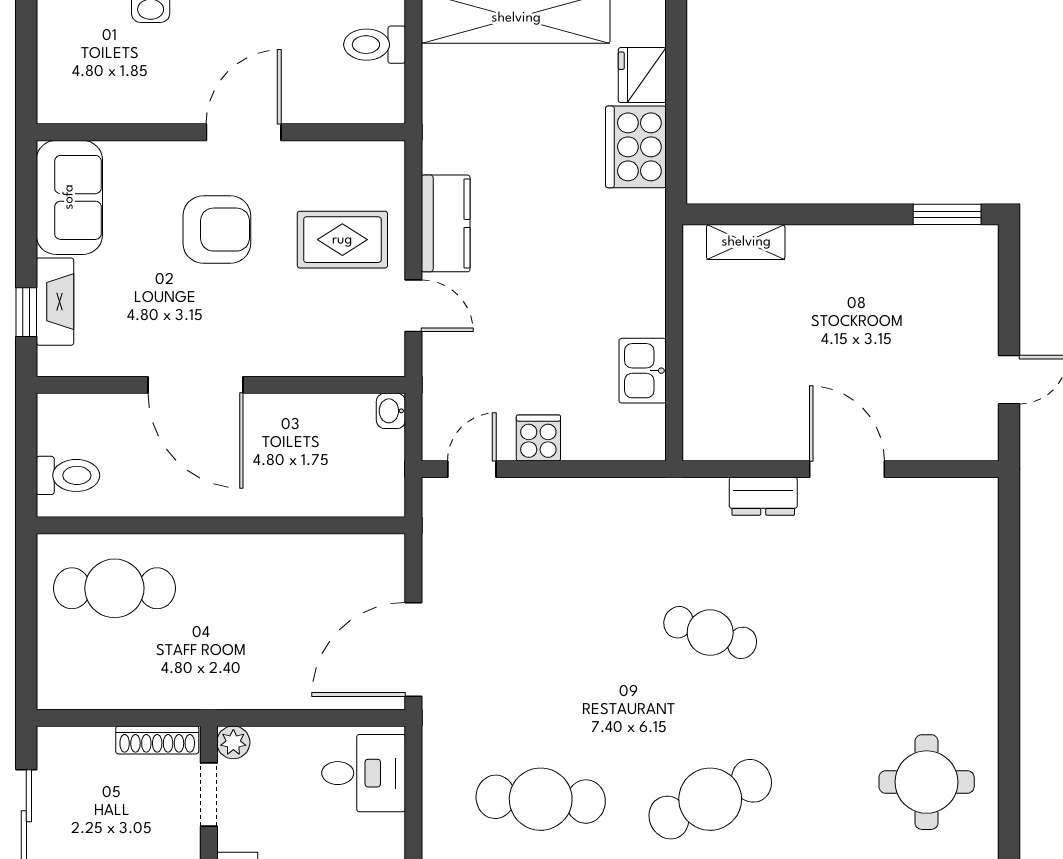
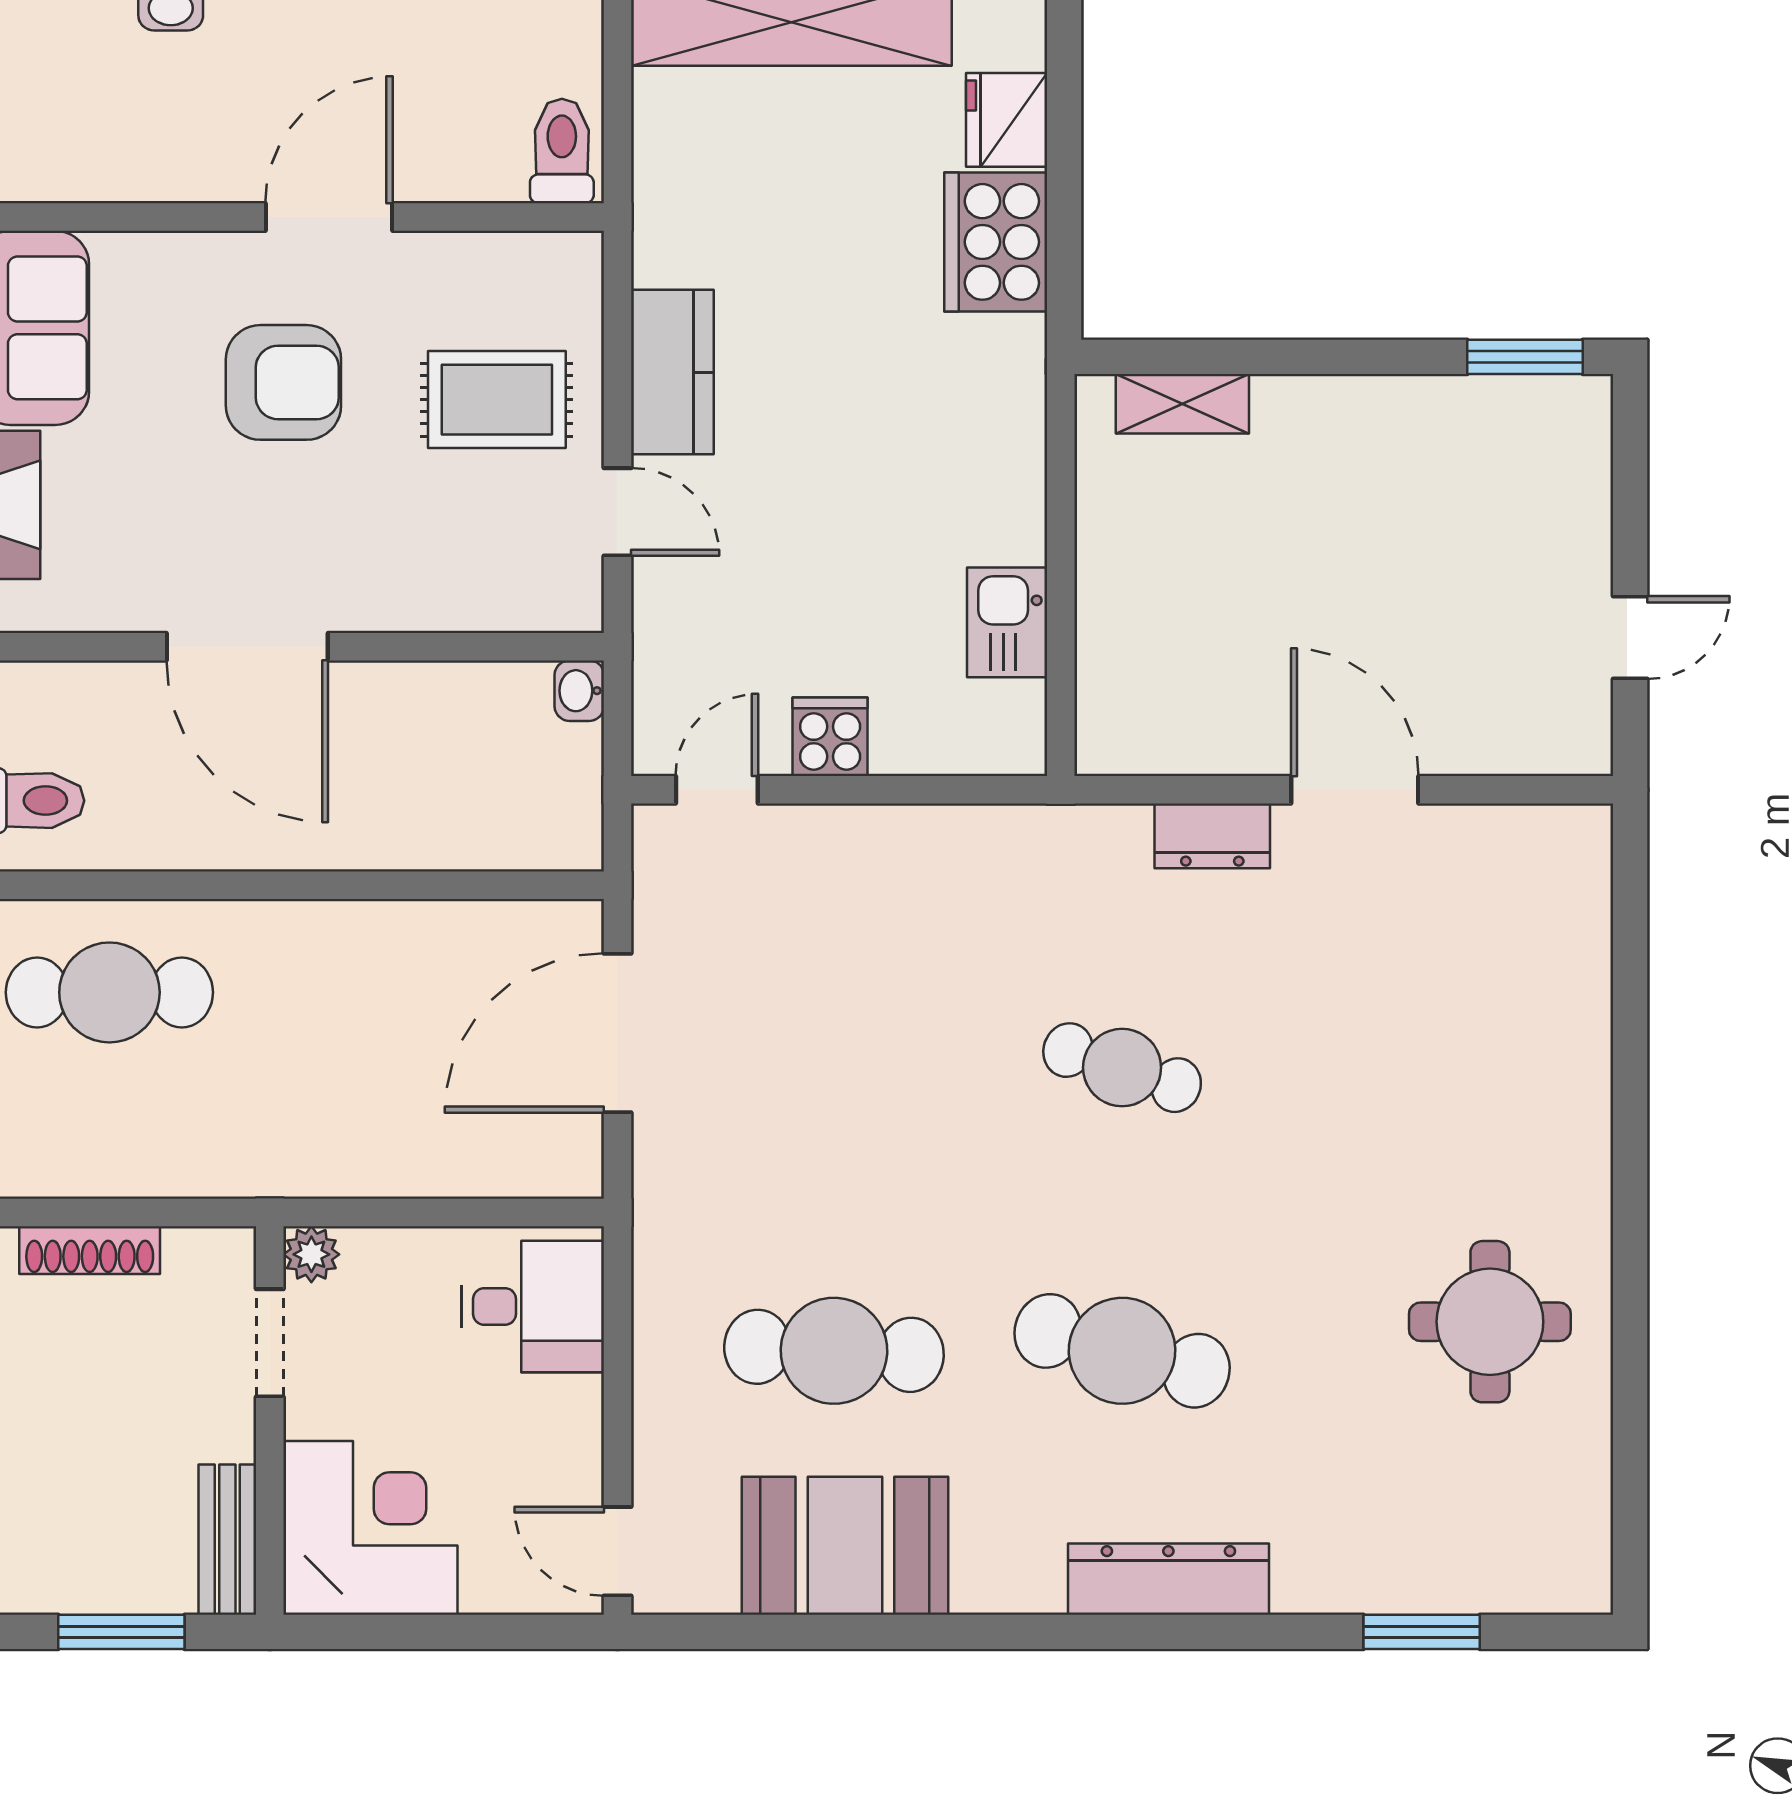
toilet: (375, 45) -> (562, 151), moved, turned 90
door: (413, 649) -> (617, 1033), moved
shoe rack: (157, 740) -> (90, 1250), moved
cafe table: (710, 799) -> (1122, 1351), turned 39

